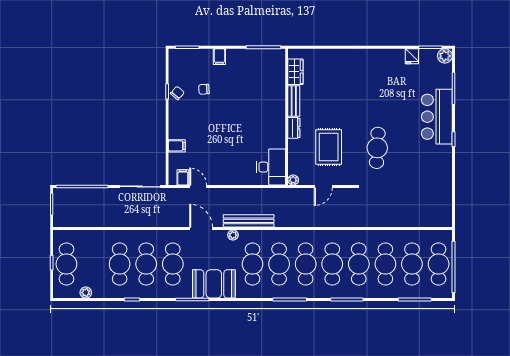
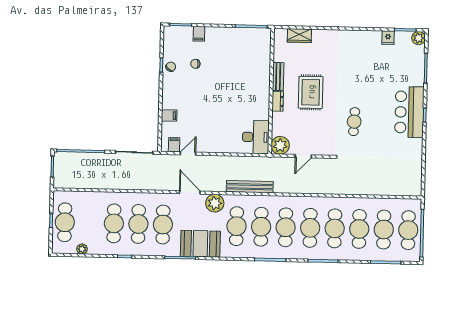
filing cabinet: (219, 57) -> (199, 34), moved
wardrobe: (295, 72) -> (299, 36), moved, turned 90
bar counter: (437, 117) -> (409, 112), moved
rug: (329, 147) -> (311, 92), moved
cafe table: (377, 148) -> (354, 122), width x0.73, depth x0.74
plant: (293, 180) -> (280, 145), width x1.88, depth x1.88
door: (198, 187) -> (188, 154), hinge flipped
bench: (249, 221) -> (250, 187), moved
plant: (233, 235) -> (215, 203), width x1.87, depth x1.87

